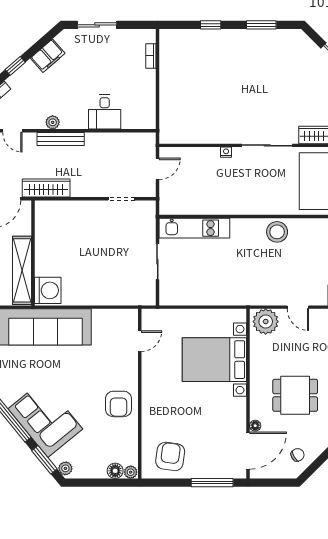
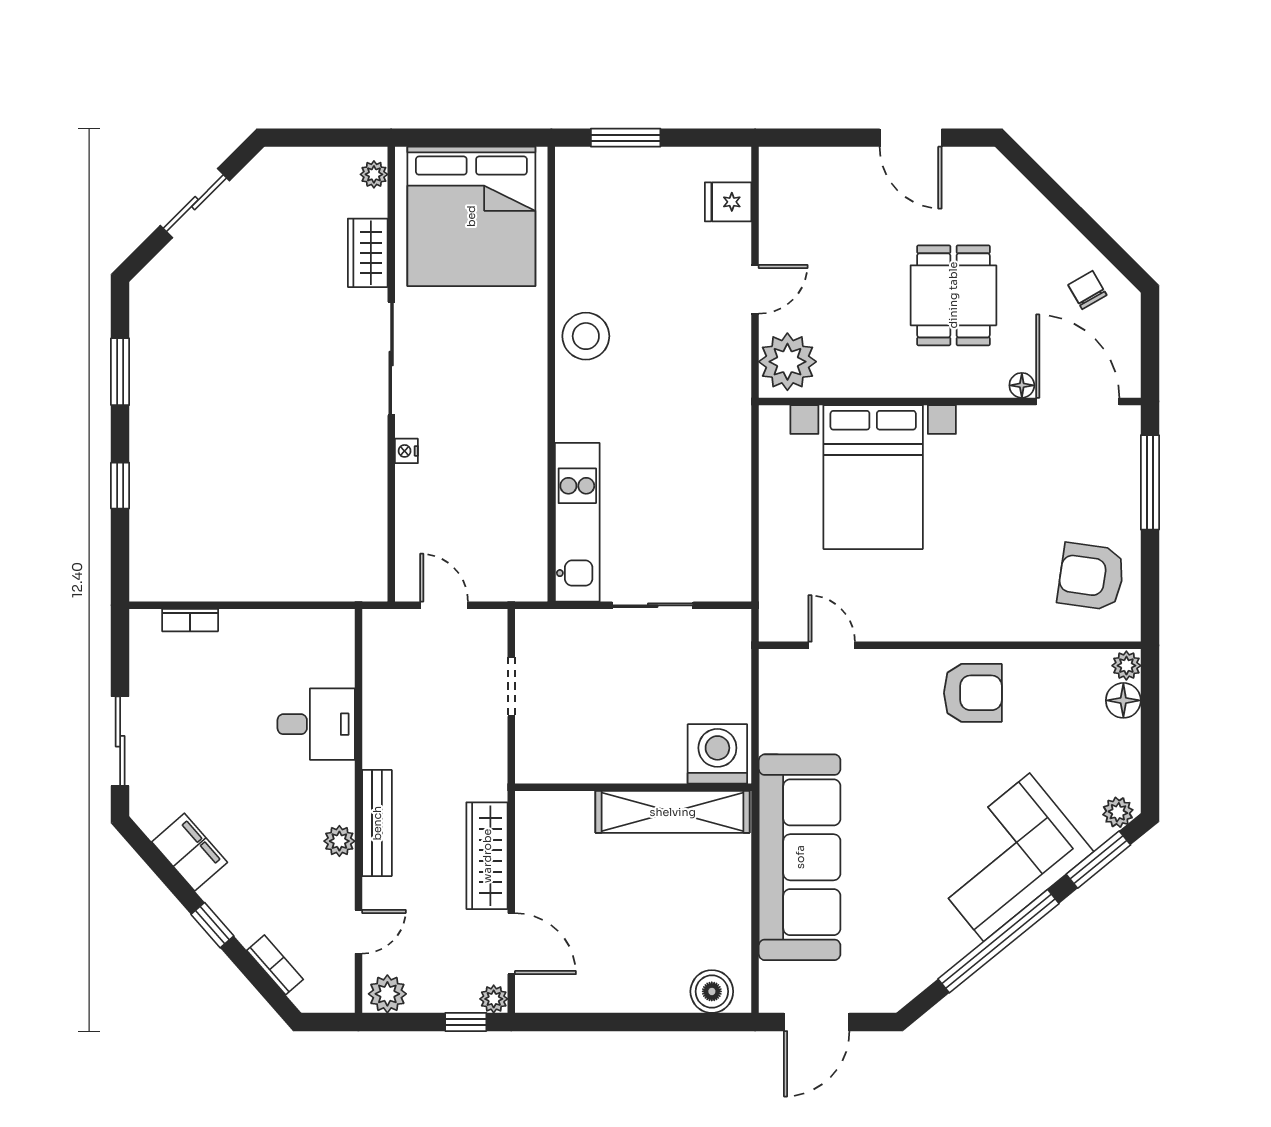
wall: (33, 253) -> (633, 787), moved
shelving: (22, 270) -> (673, 812), moved
washing machine: (48, 290) -> (717, 754), moved

